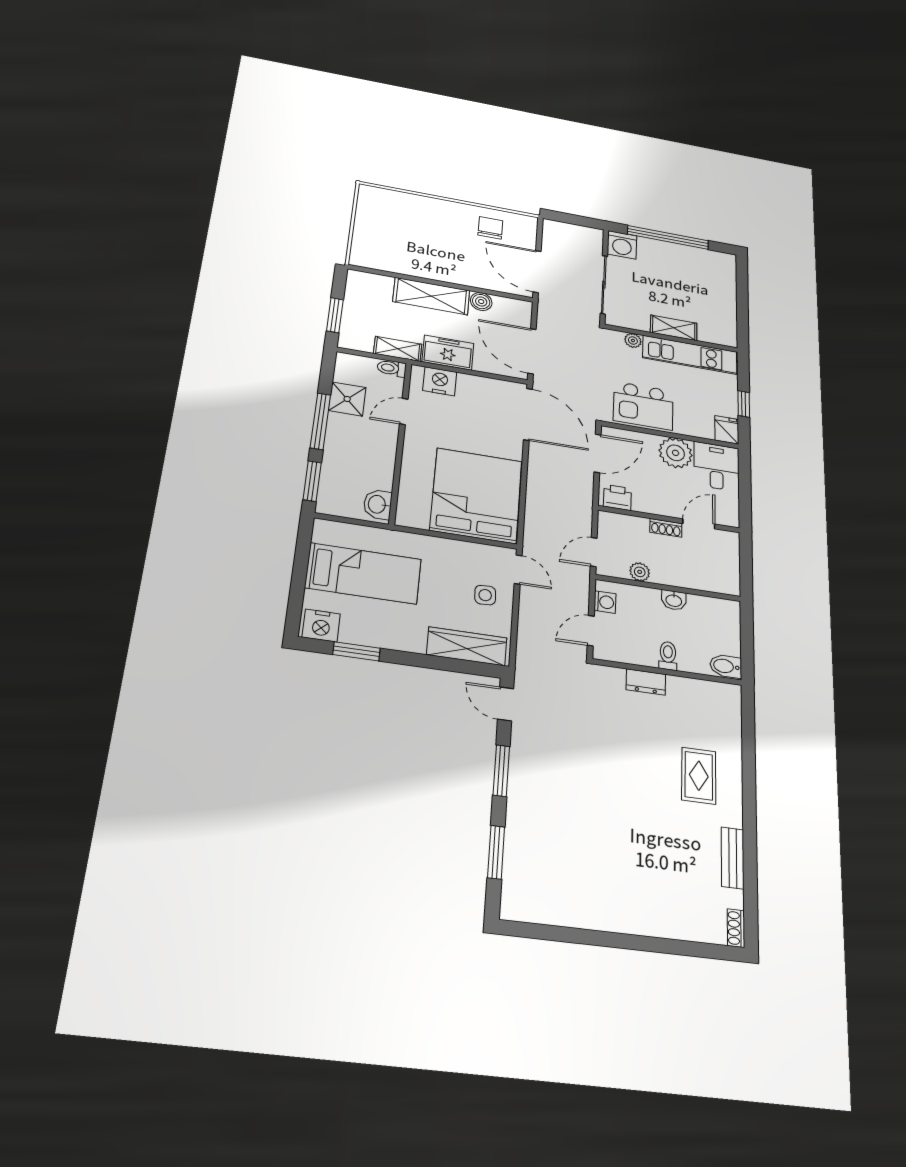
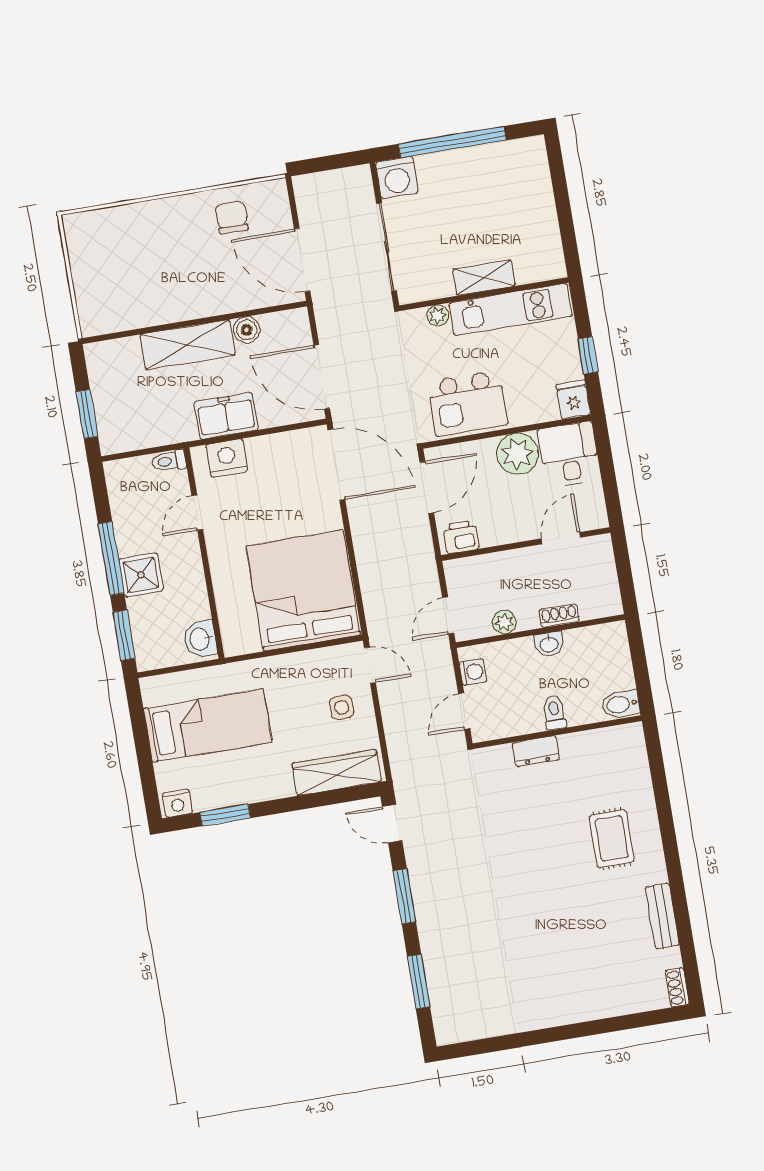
shelving: (398, 349) -> (169, 432), removed
shower: (347, 399) -> (141, 575), moved
shoe rack: (666, 528) -> (559, 616), moved, turned 180
nightstand: (321, 625) -> (178, 803), width x0.74, depth x0.75

